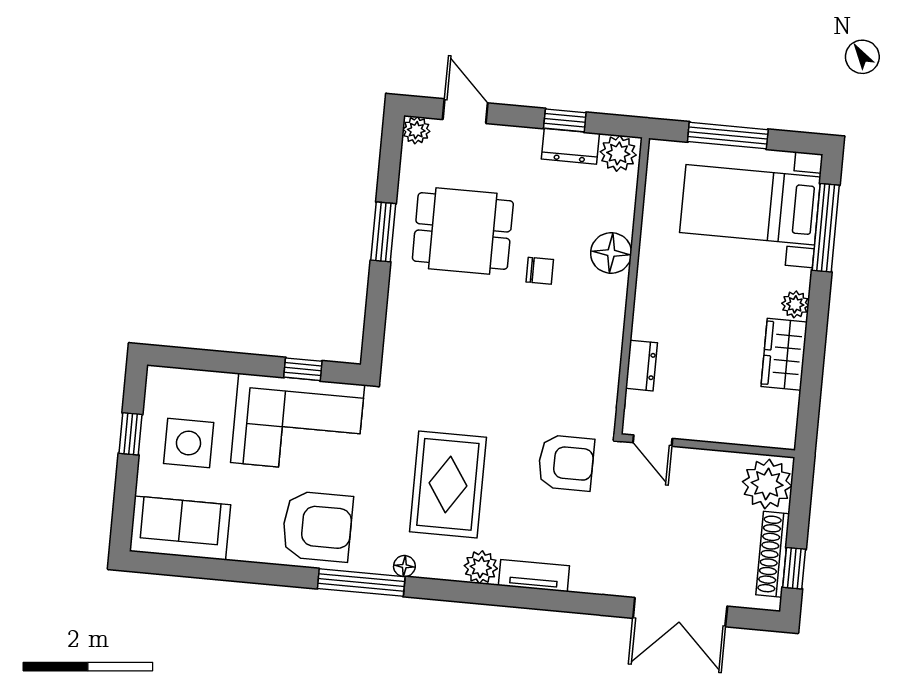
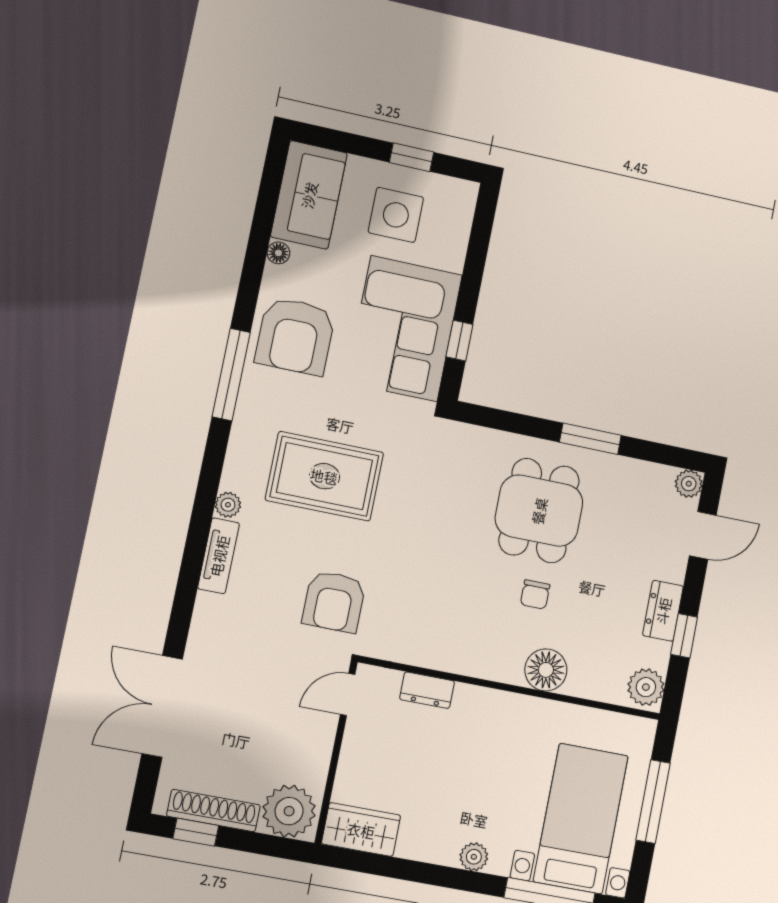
dresser: (570, 146) -> (663, 611), moved
dining table: (463, 231) -> (539, 511), moved
wardrobe: (784, 354) -> (361, 830), moved
floor lamp: (404, 566) -> (278, 253), moved
plant: (481, 567) -> (228, 505), width x0.73, depth x0.73

